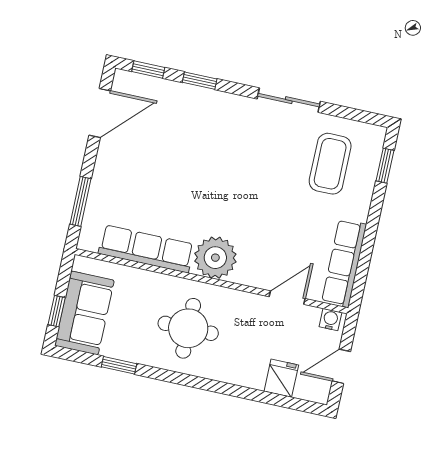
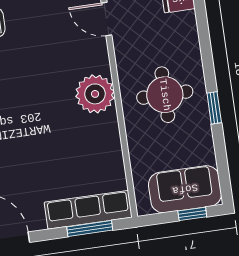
row of seats: (146, 249) -> (88, 210), moved, turned 90
window: (119, 365) -> (214, 108), moved

